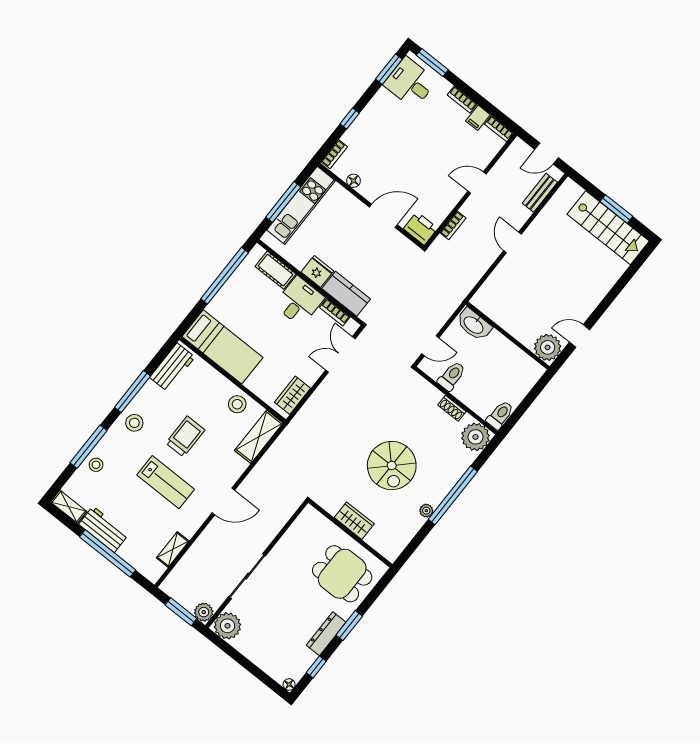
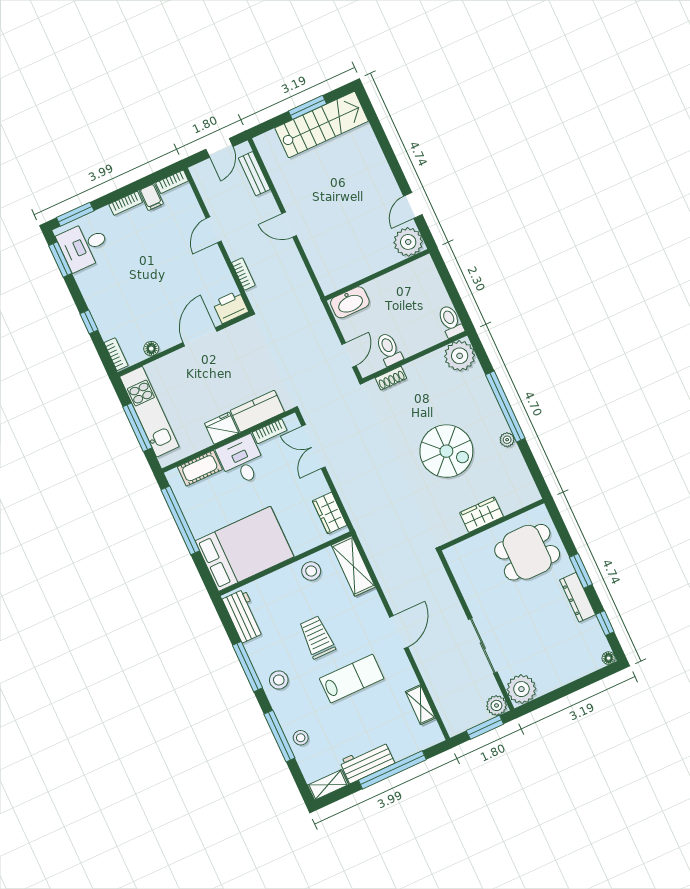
bed: (222, 347) -> (244, 549), width x1.50
shoe rack: (452, 408) -> (391, 378), moved

